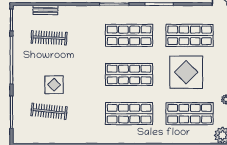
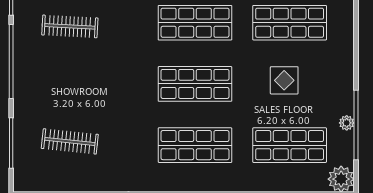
display table: (186, 72) -> (284, 80), width x0.54, depth x0.54
display table: (54, 85) -> (78, 100), removed

